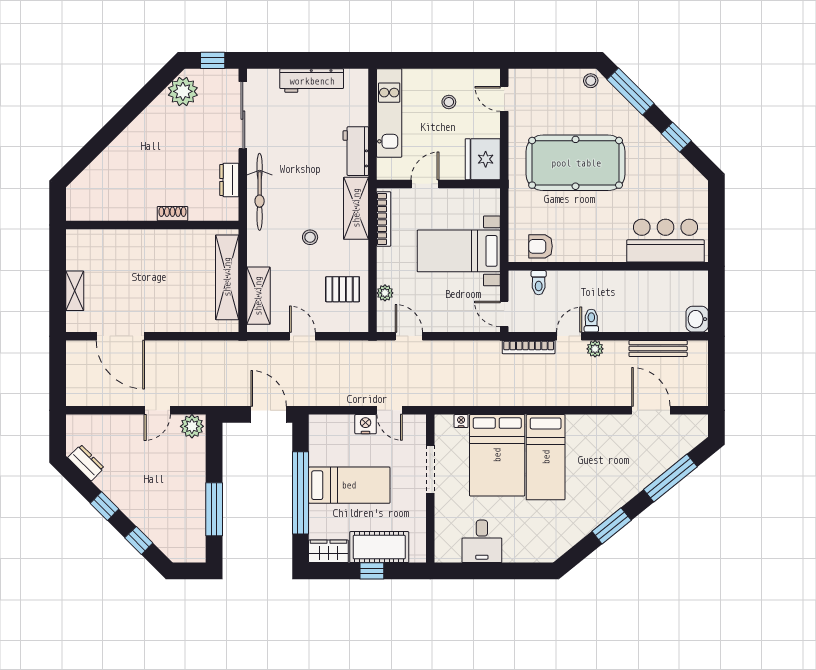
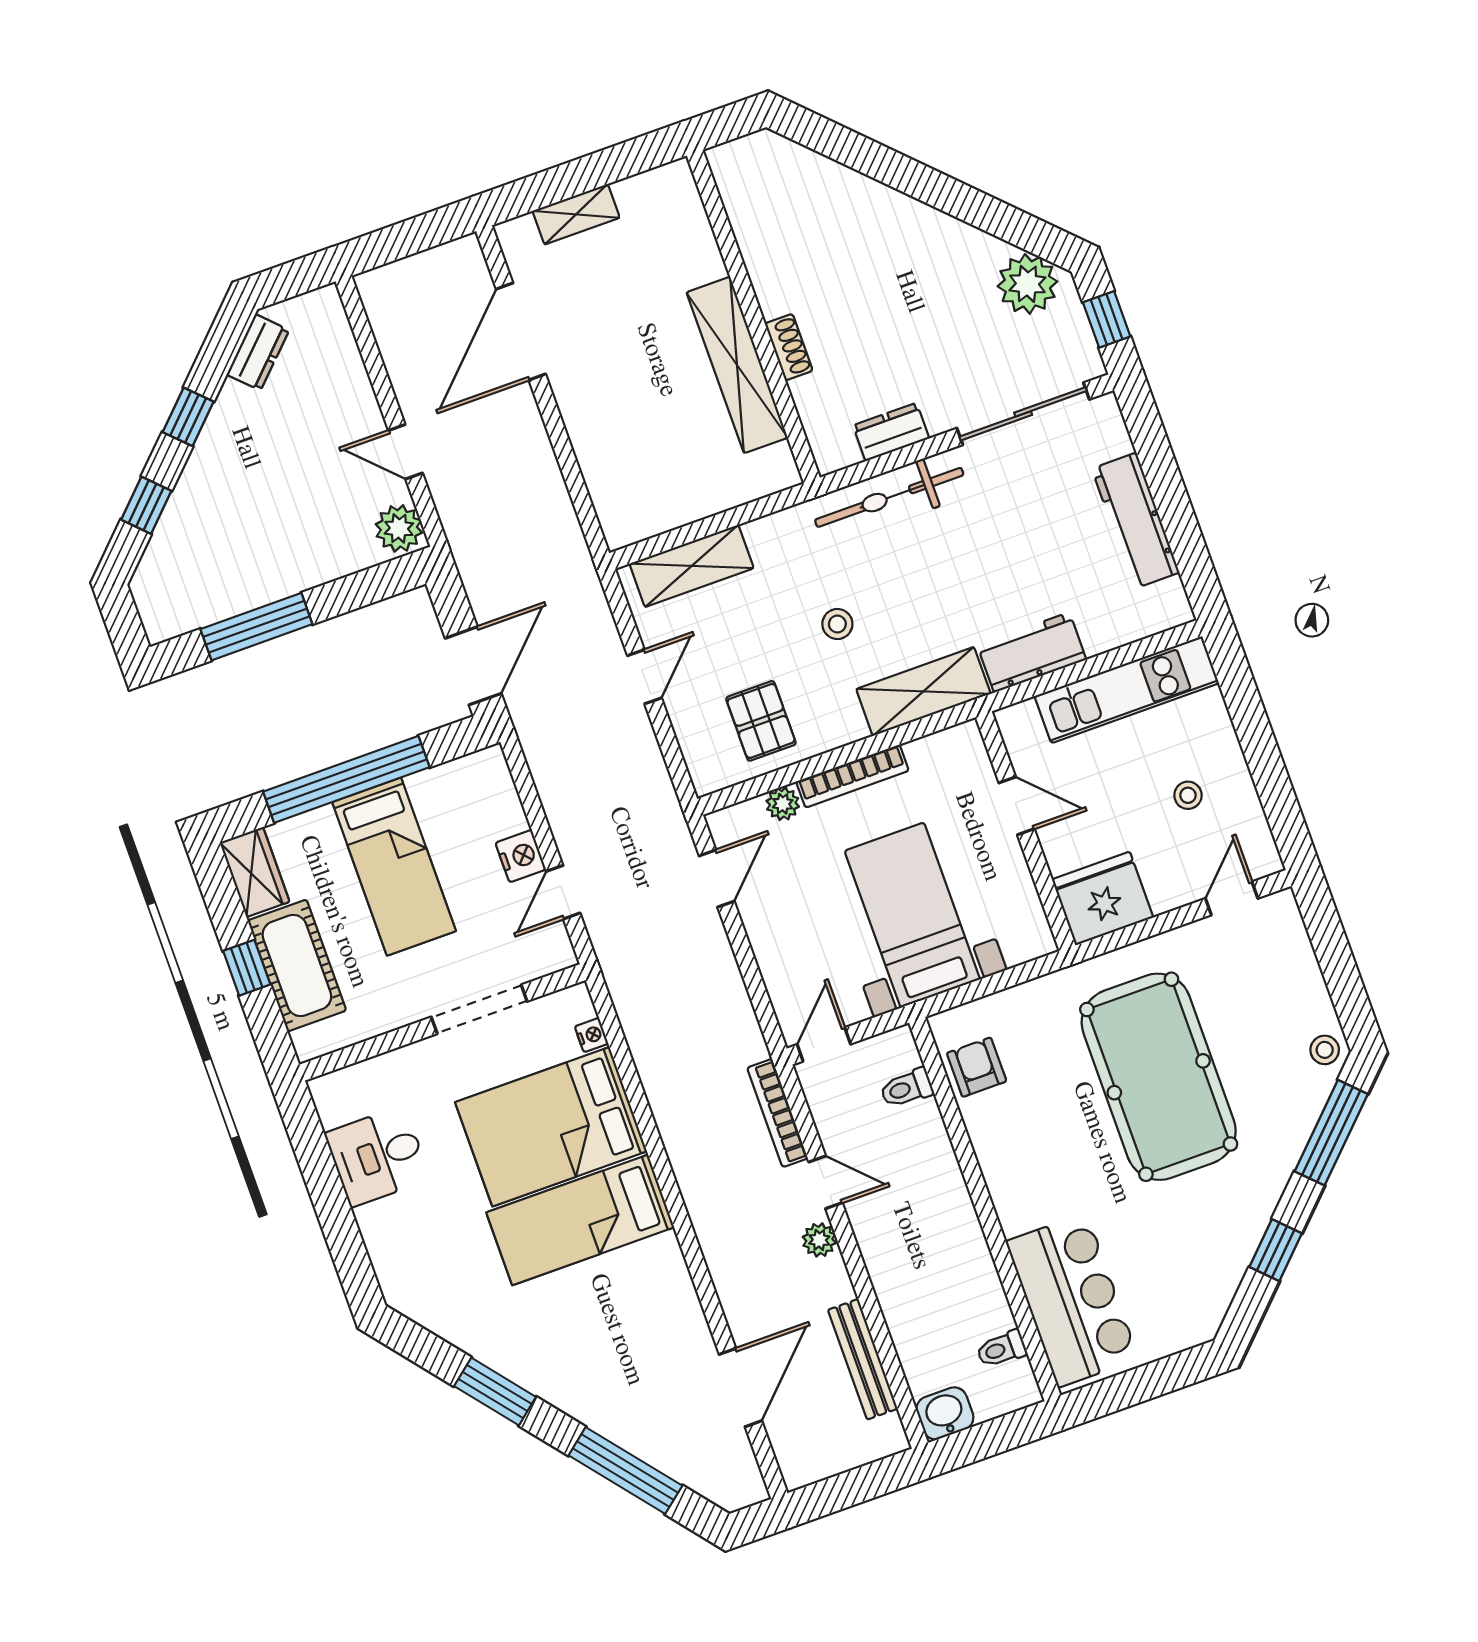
bookcase: (384, 219) -> (852, 776), moved
shelving: (227, 277) -> (737, 365), moved, turned 90
toilet: (591, 321) -> (1001, 1349), moved, turned 180

